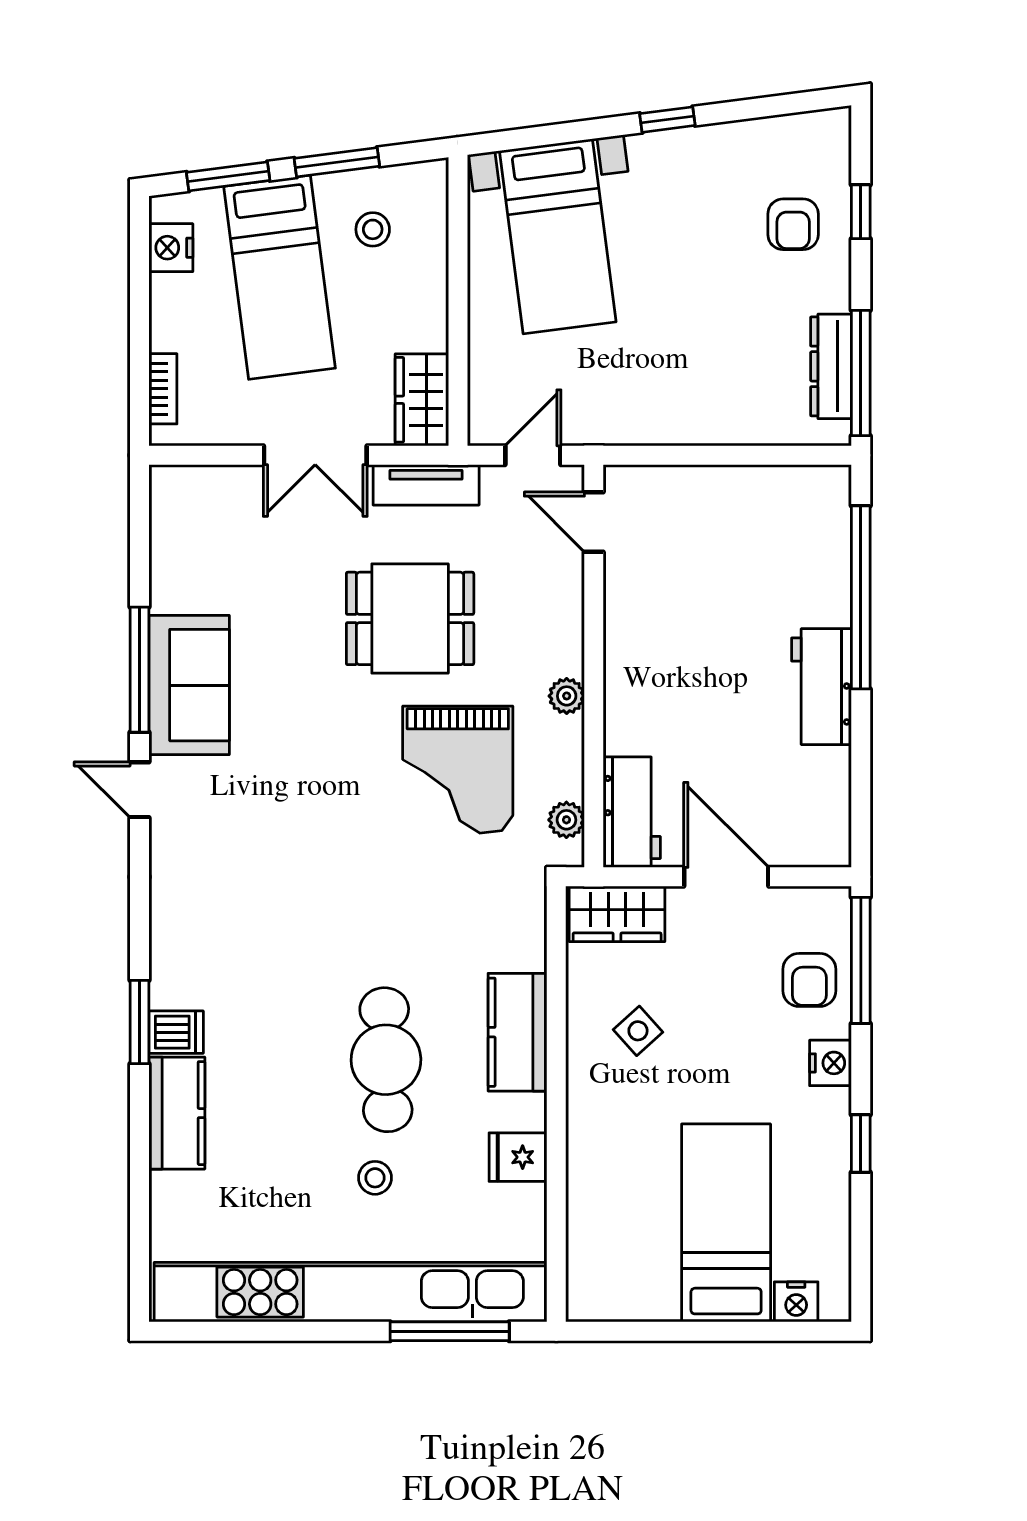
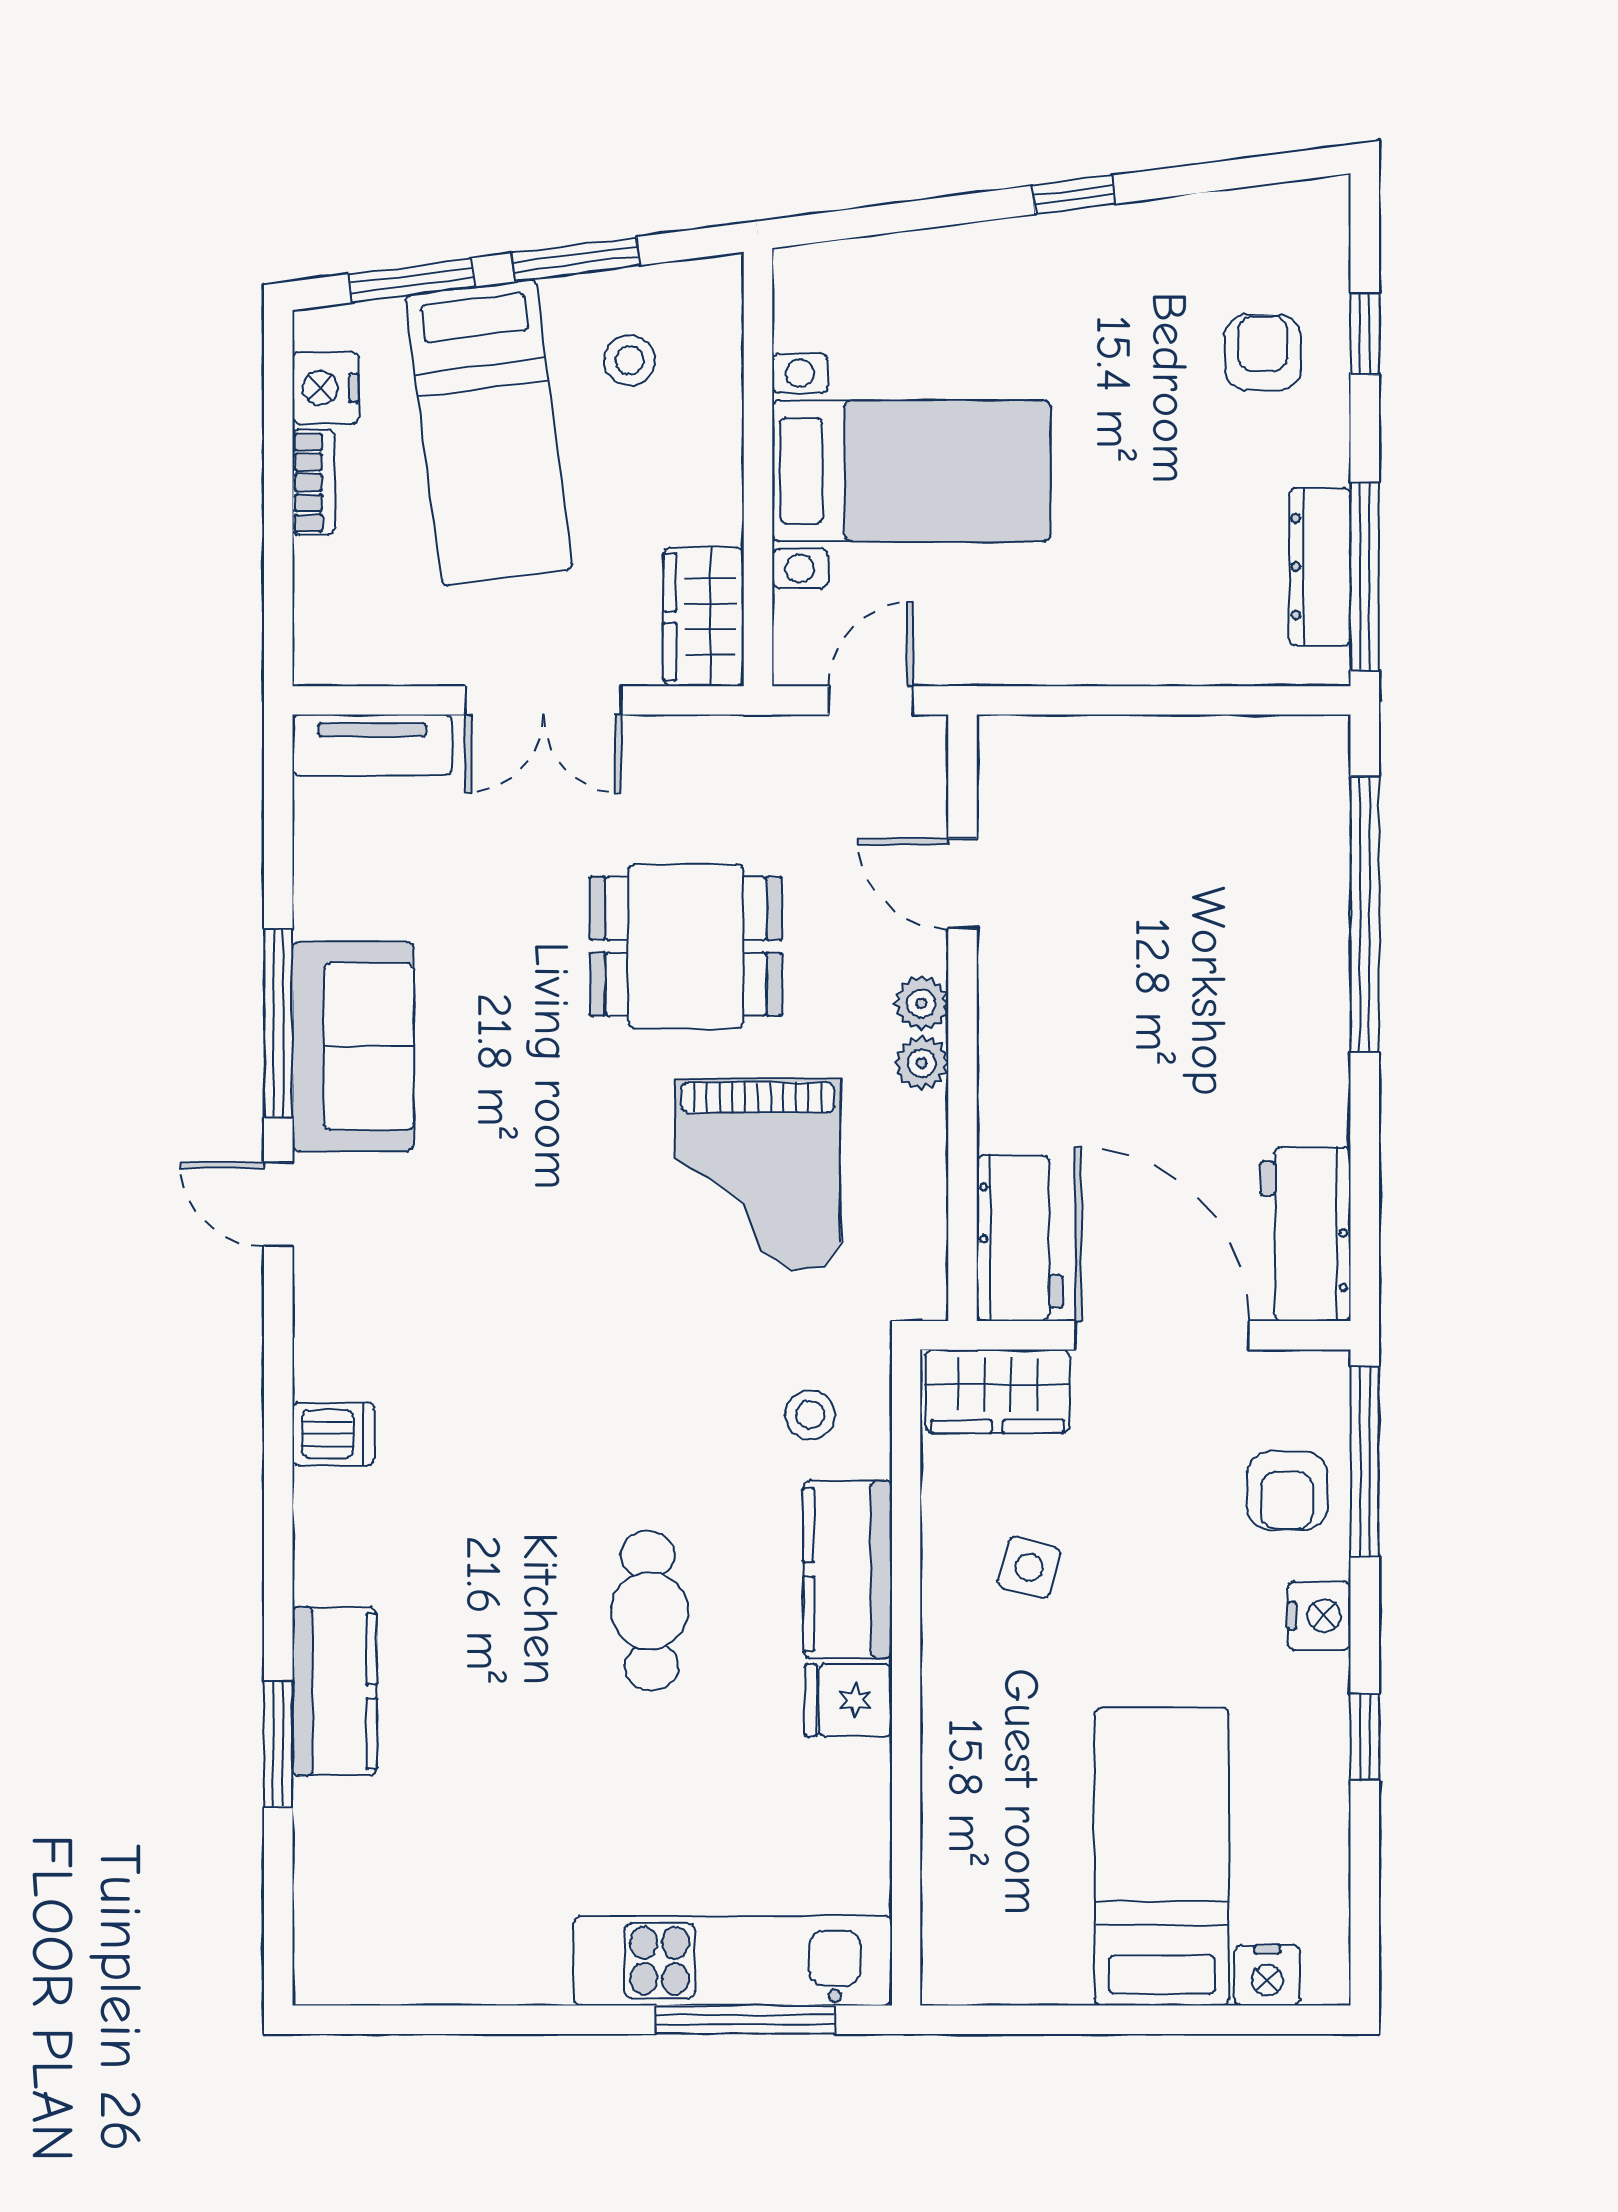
armchair: (793, 224) -> (1263, 353), turned 180
bed with nightstands: (558, 236) -> (911, 471), moved, turned -83
bookcase: (163, 389) -> (313, 482), moved
tv unit: (426, 485) -> (372, 745), moved
door: (594, 522) -> (963, 884), moved
workbench: (822, 687) -> (1306, 1234), moved
plant: (566, 820) -> (921, 1003), moved
door: (726, 877) -> (1162, 1335), width x1.36
window: (139, 1022) -> (278, 1744), moved
side table: (638, 1031) -> (1029, 1567), turned -33
dishwasher: (176, 1032) -> (333, 1434), moved
cafe table: (386, 1060) -> (650, 1611), width x0.73, depth x0.74
fridge: (518, 1157) -> (848, 1700), moved
stool: (375, 1178) -> (810, 1415), moved
kitchen unit: (351, 1292) -> (733, 1961), width x0.54

